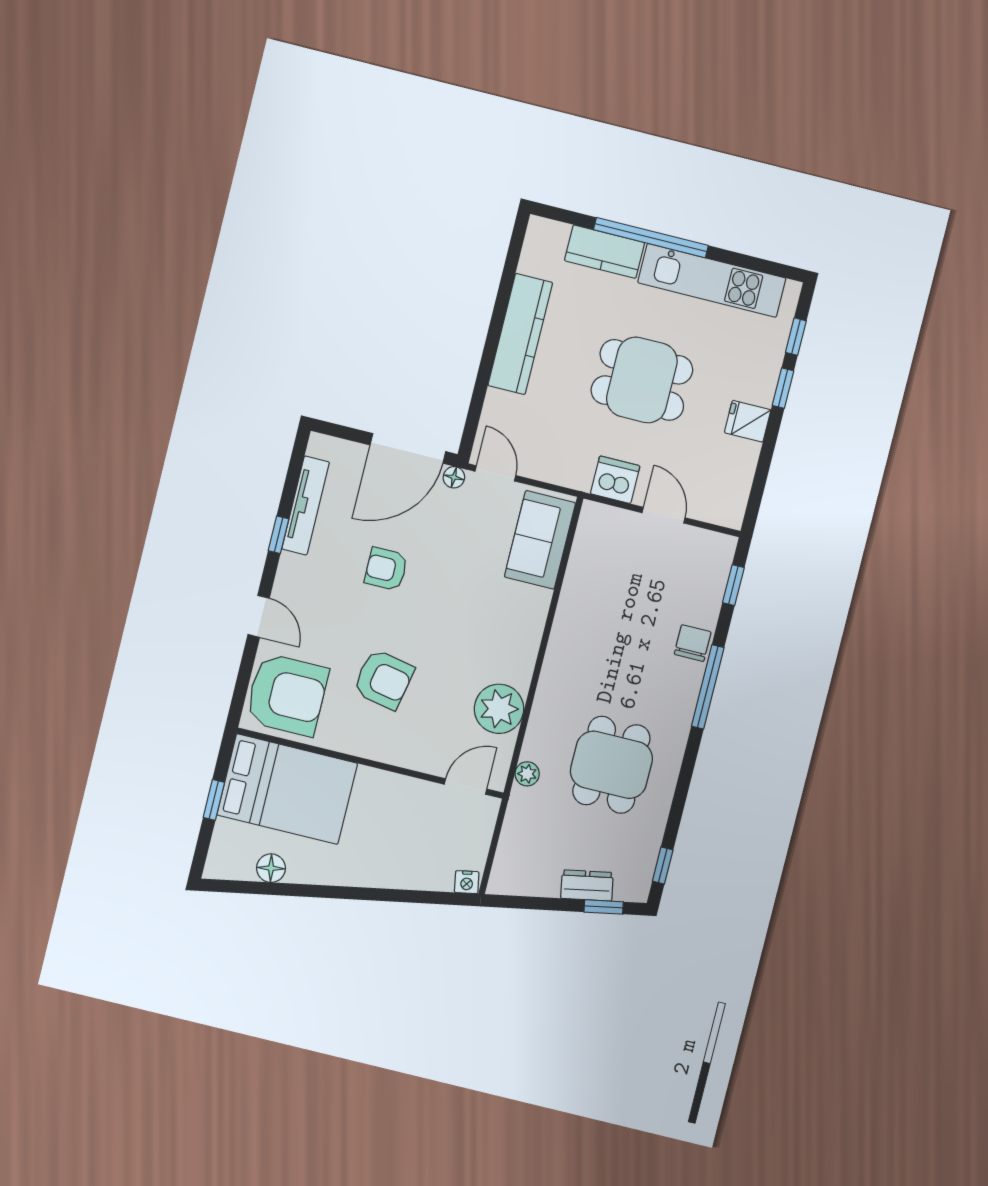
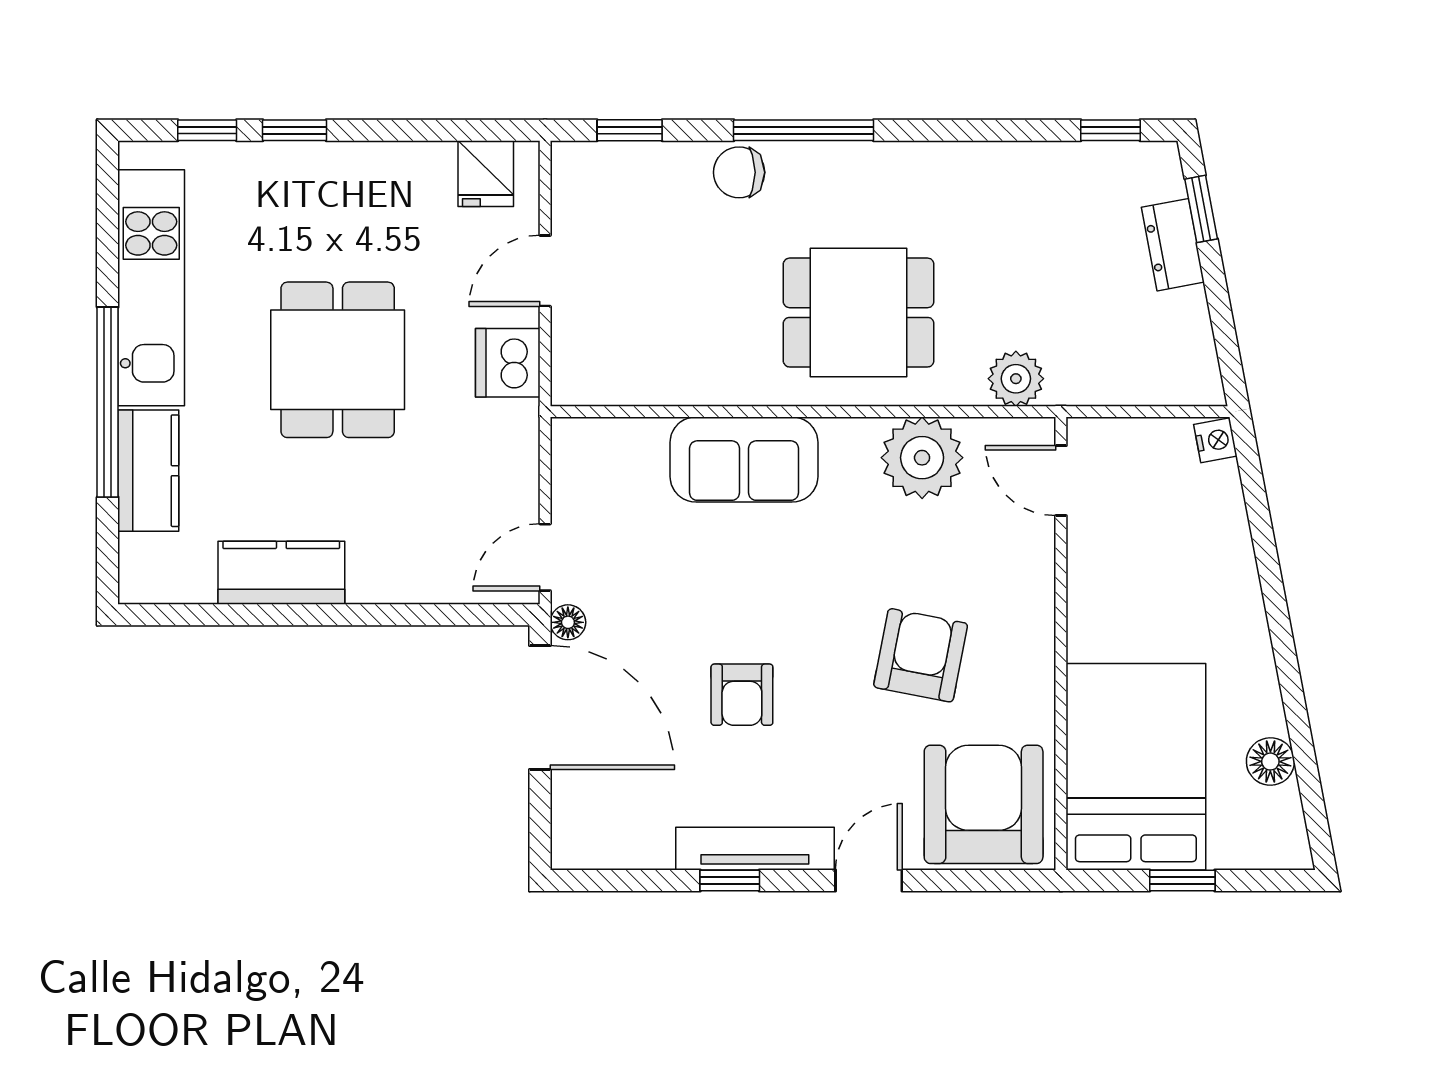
kitchen counter: (520, 334) -> (281, 573), width x0.67
fridge: (748, 421) -> (486, 174), moved
tv unit: (306, 506) -> (755, 849), moved
sofa: (540, 540) -> (744, 459), moved
dining table: (611, 765) -> (859, 313), moved
plant: (527, 774) -> (1016, 379), width x1.38, depth x1.38

